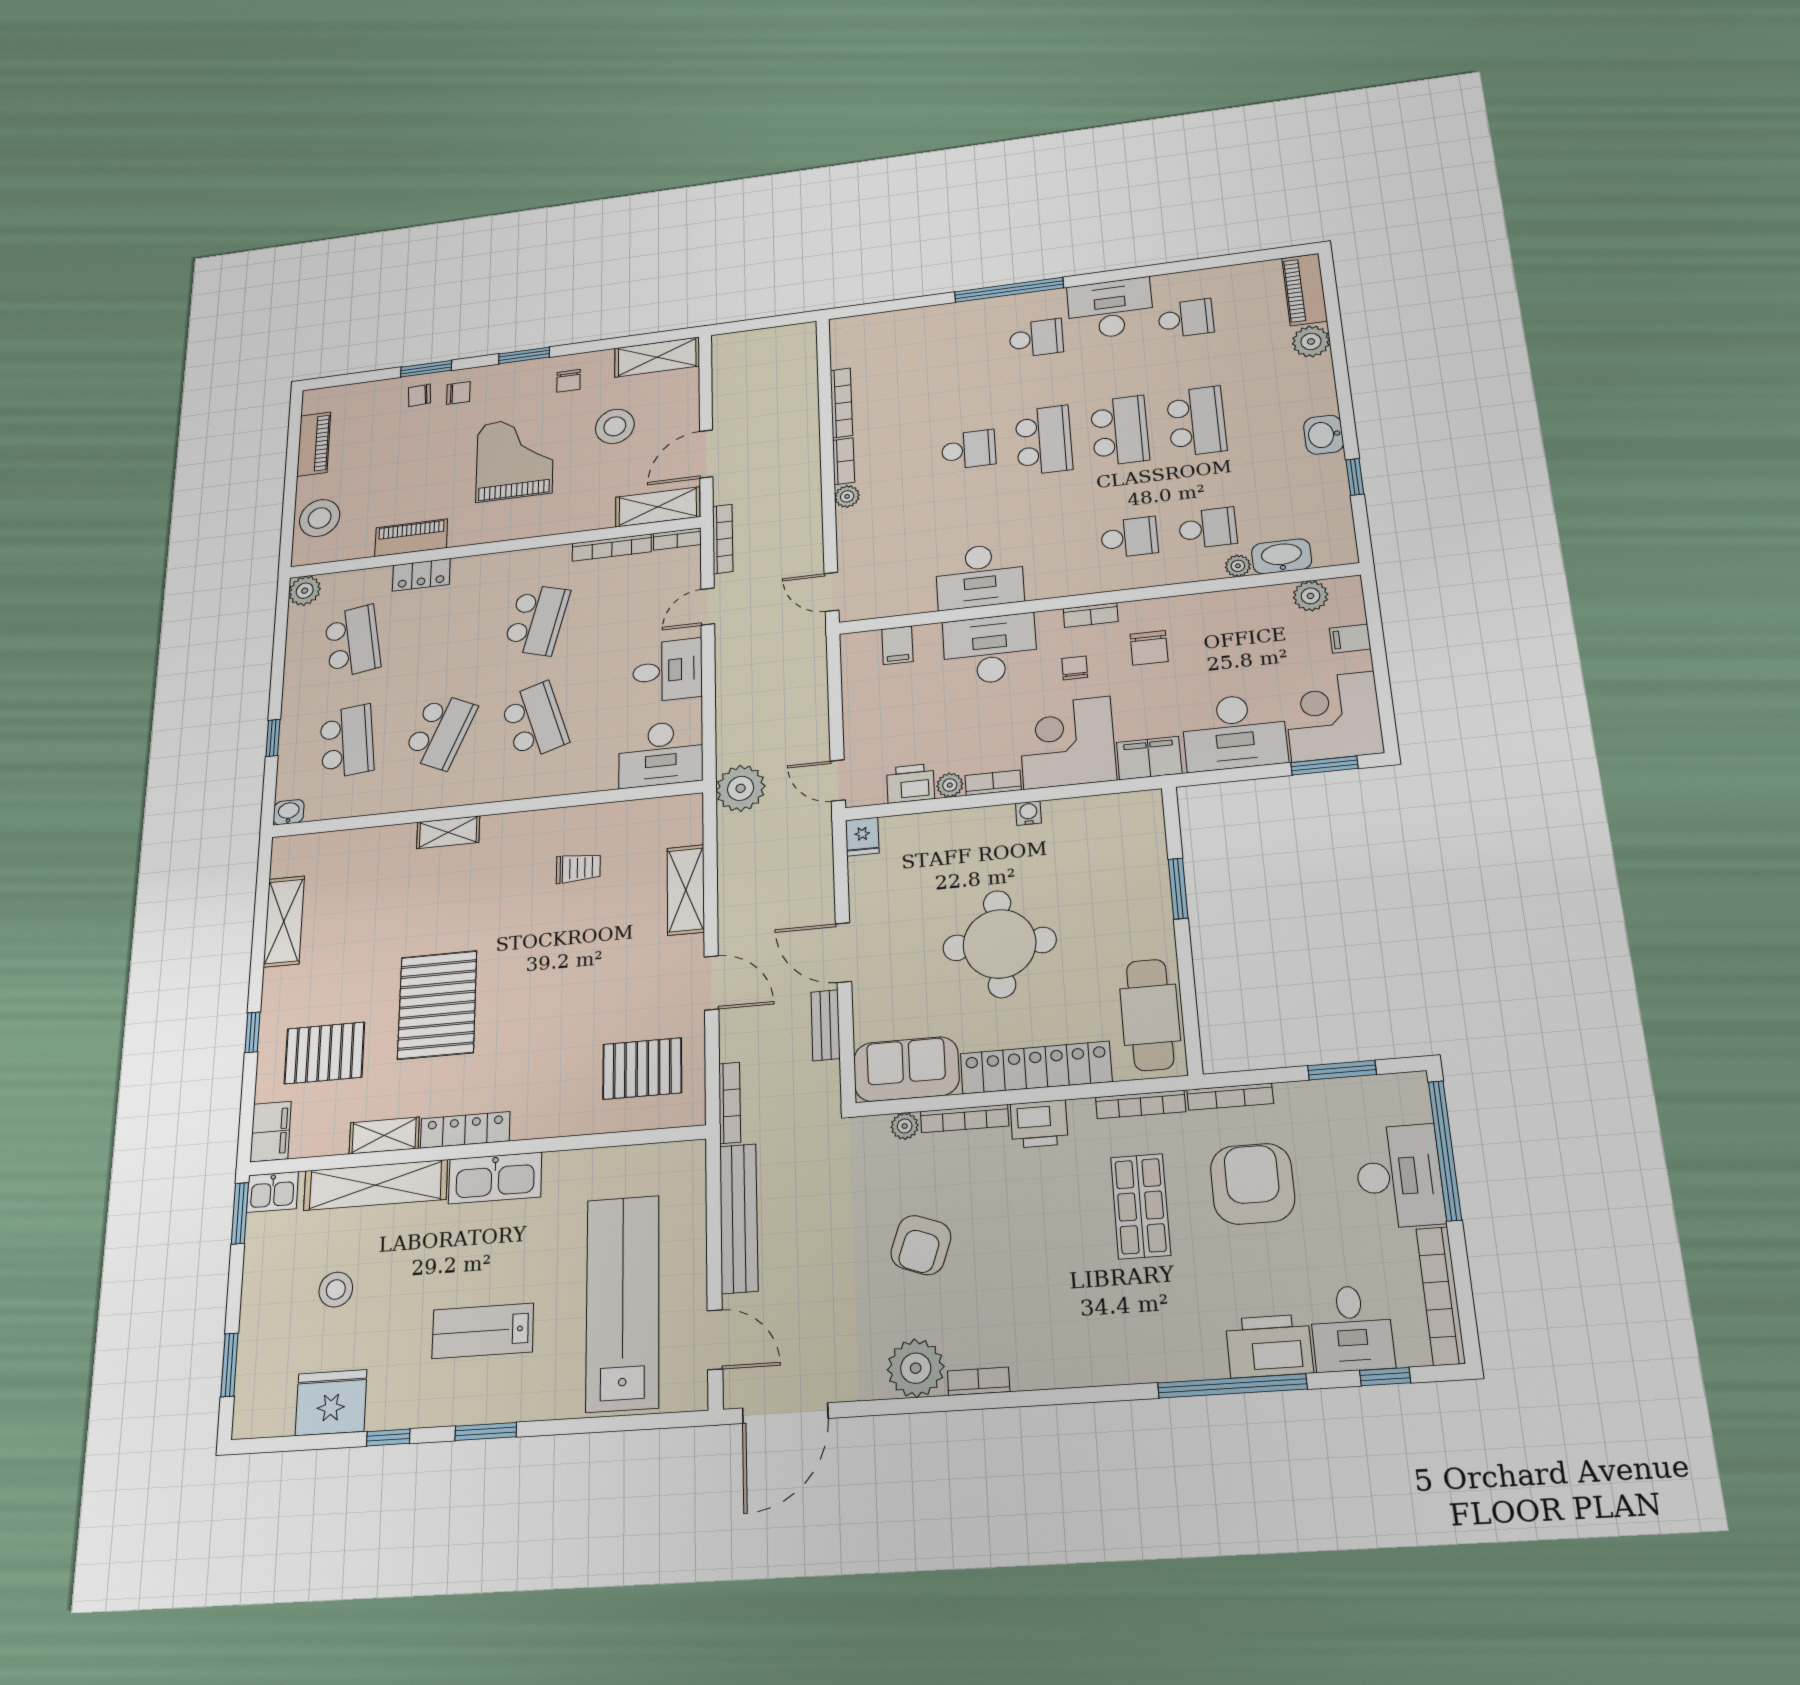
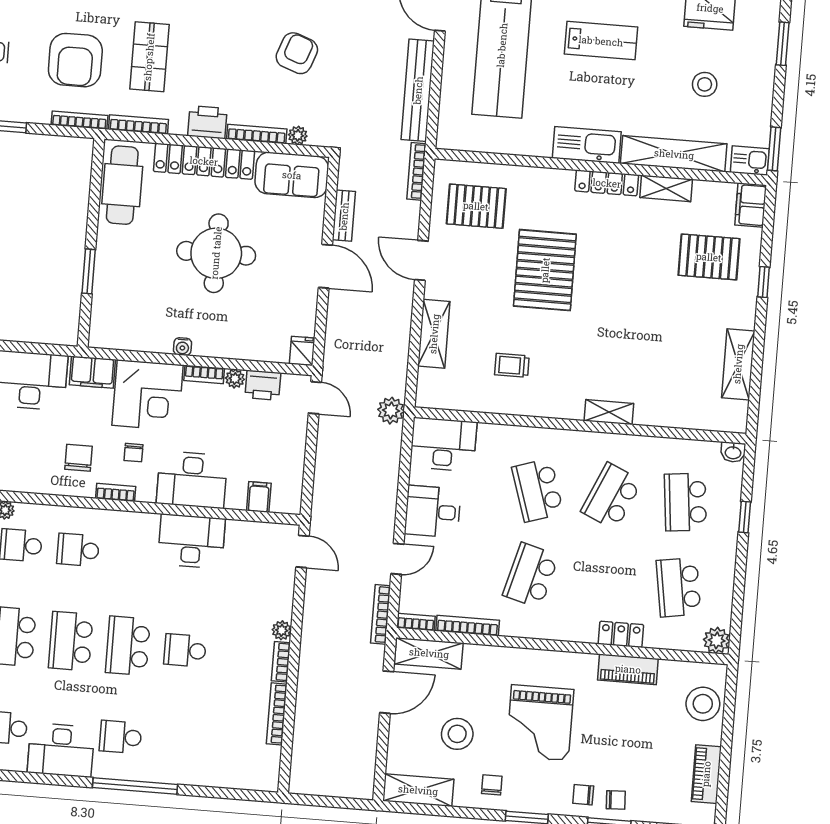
plant: (741, 788) -> (391, 411), width x0.73, depth x0.73
pallet: (437, 1005) -> (545, 270), moved

